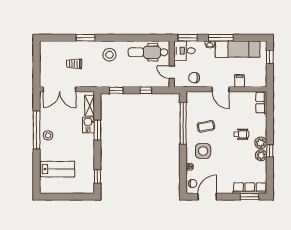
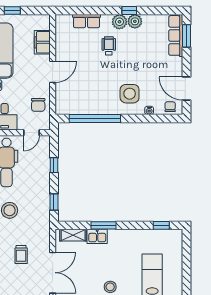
filing cabinet: (240, 81) -> (42, 42), width x2.00
row of seats: (261, 103) -> (86, 21), moved
coffee table: (206, 126) -> (99, 90), removed

